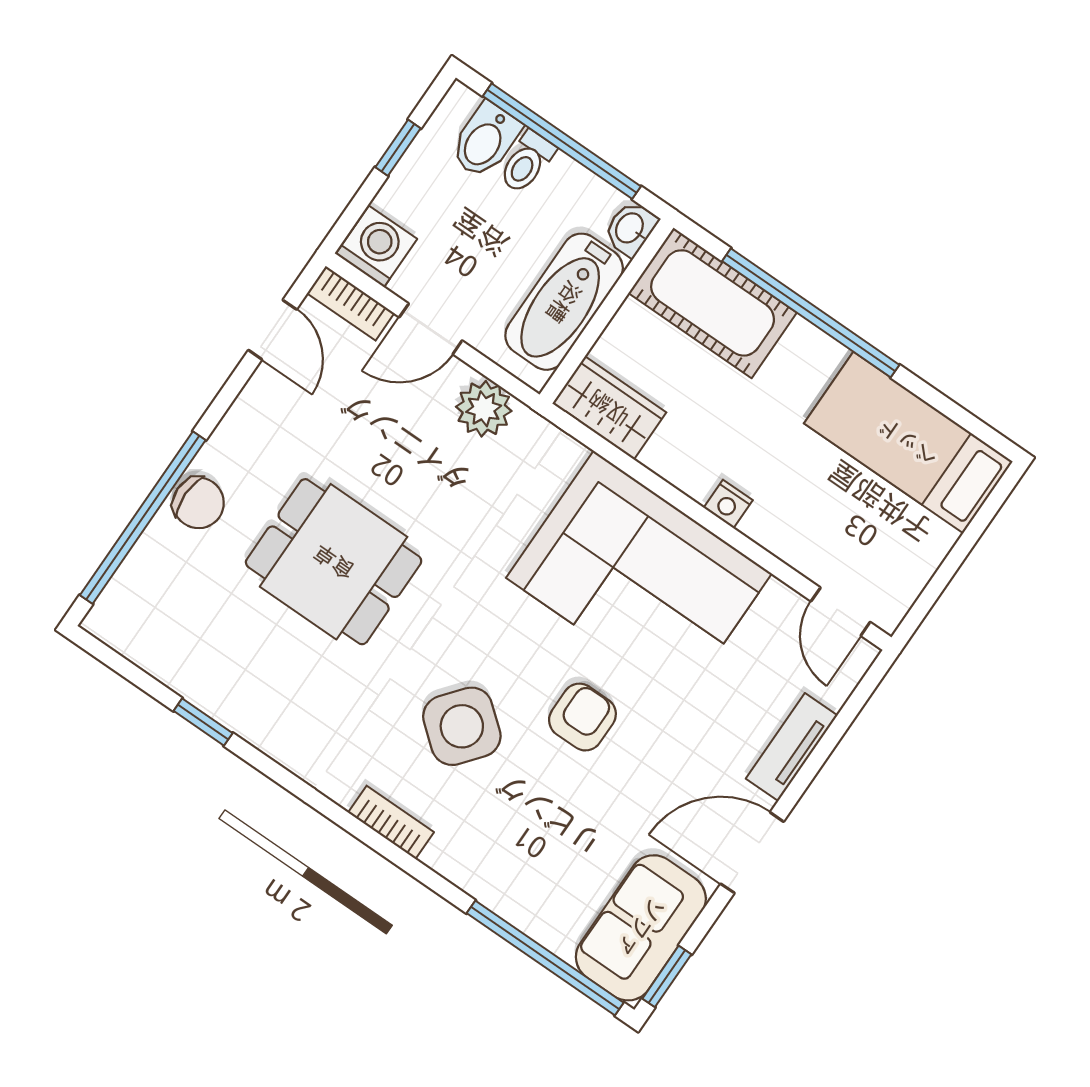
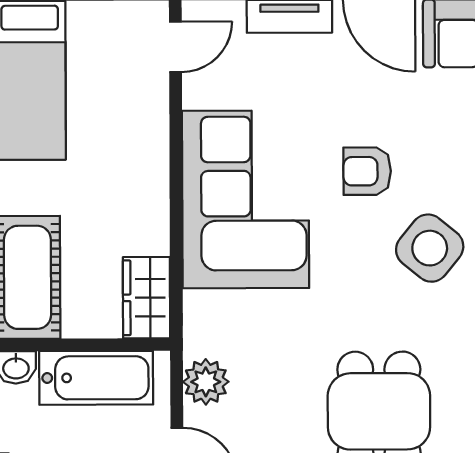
nightstand: (728, 504) -> (156, 173), removed

